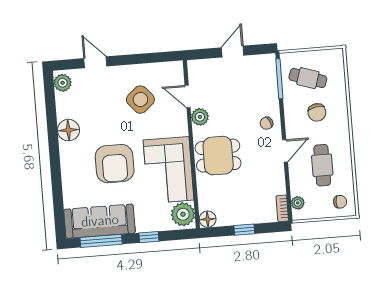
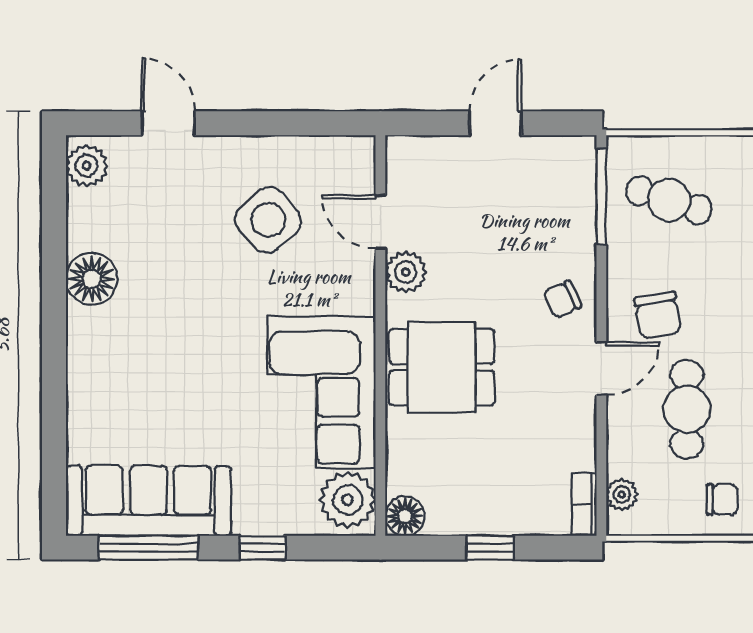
chair: (317, 112) -> (658, 315), moved
armchair: (115, 164) -> (195, 367), removed

